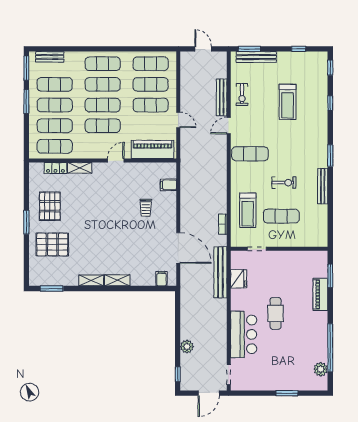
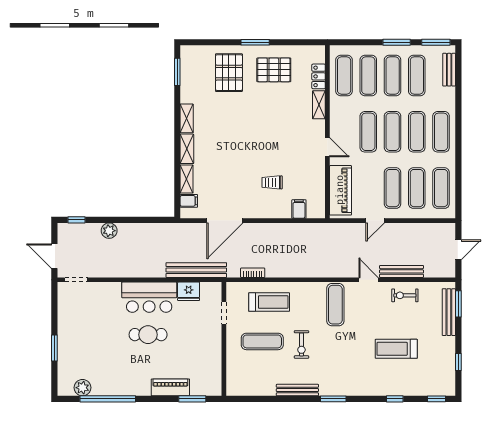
treadmill: (248, 210) -> (269, 302), turned 180
exercise mat: (281, 216) -> (262, 341), turned 90
shelving: (143, 281) -> (187, 179), added
bar counter: (244, 334) -> (149, 297), moved

